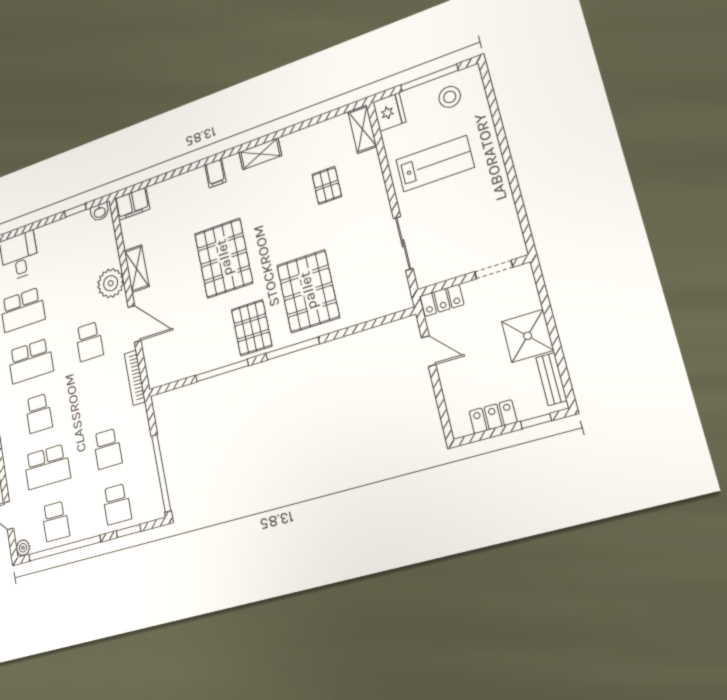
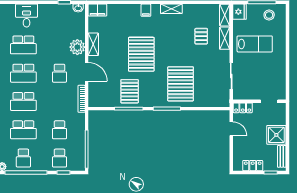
shelving: (372, 173) -> (225, 38), added
pallet: (252, 328) -> (130, 91), moved
school desk: (39, 413) -> (23, 101), width x1.85

